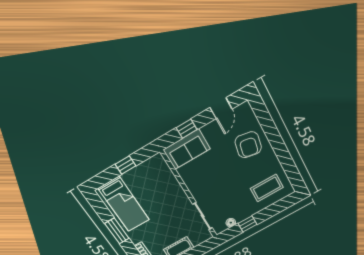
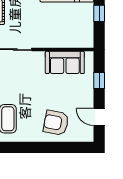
sofa: (187, 149) -> (65, 62), moved, turned -90

